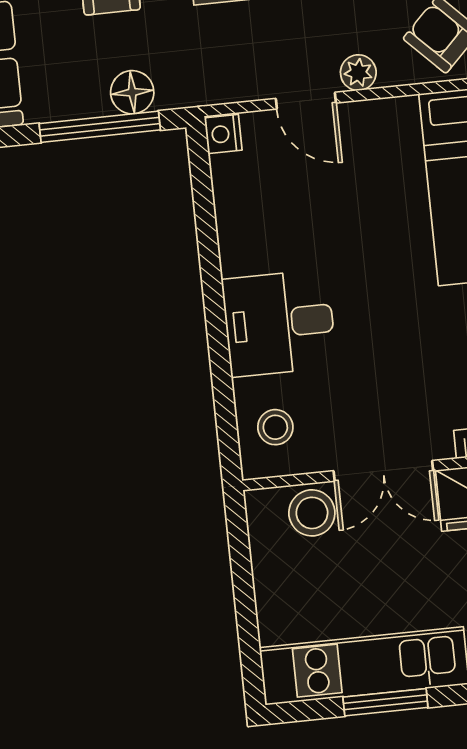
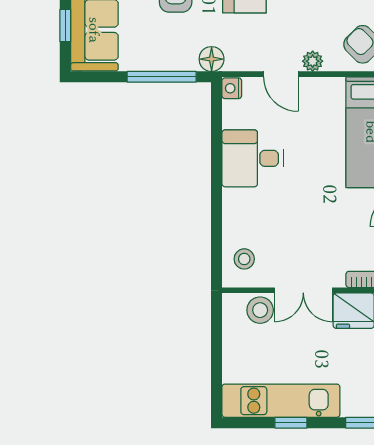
floor lamp: (132, 92) -> (212, 59), moved
desk: (279, 323) -> (253, 158), moved
window: (385, 702) -> (291, 423), width x0.67

